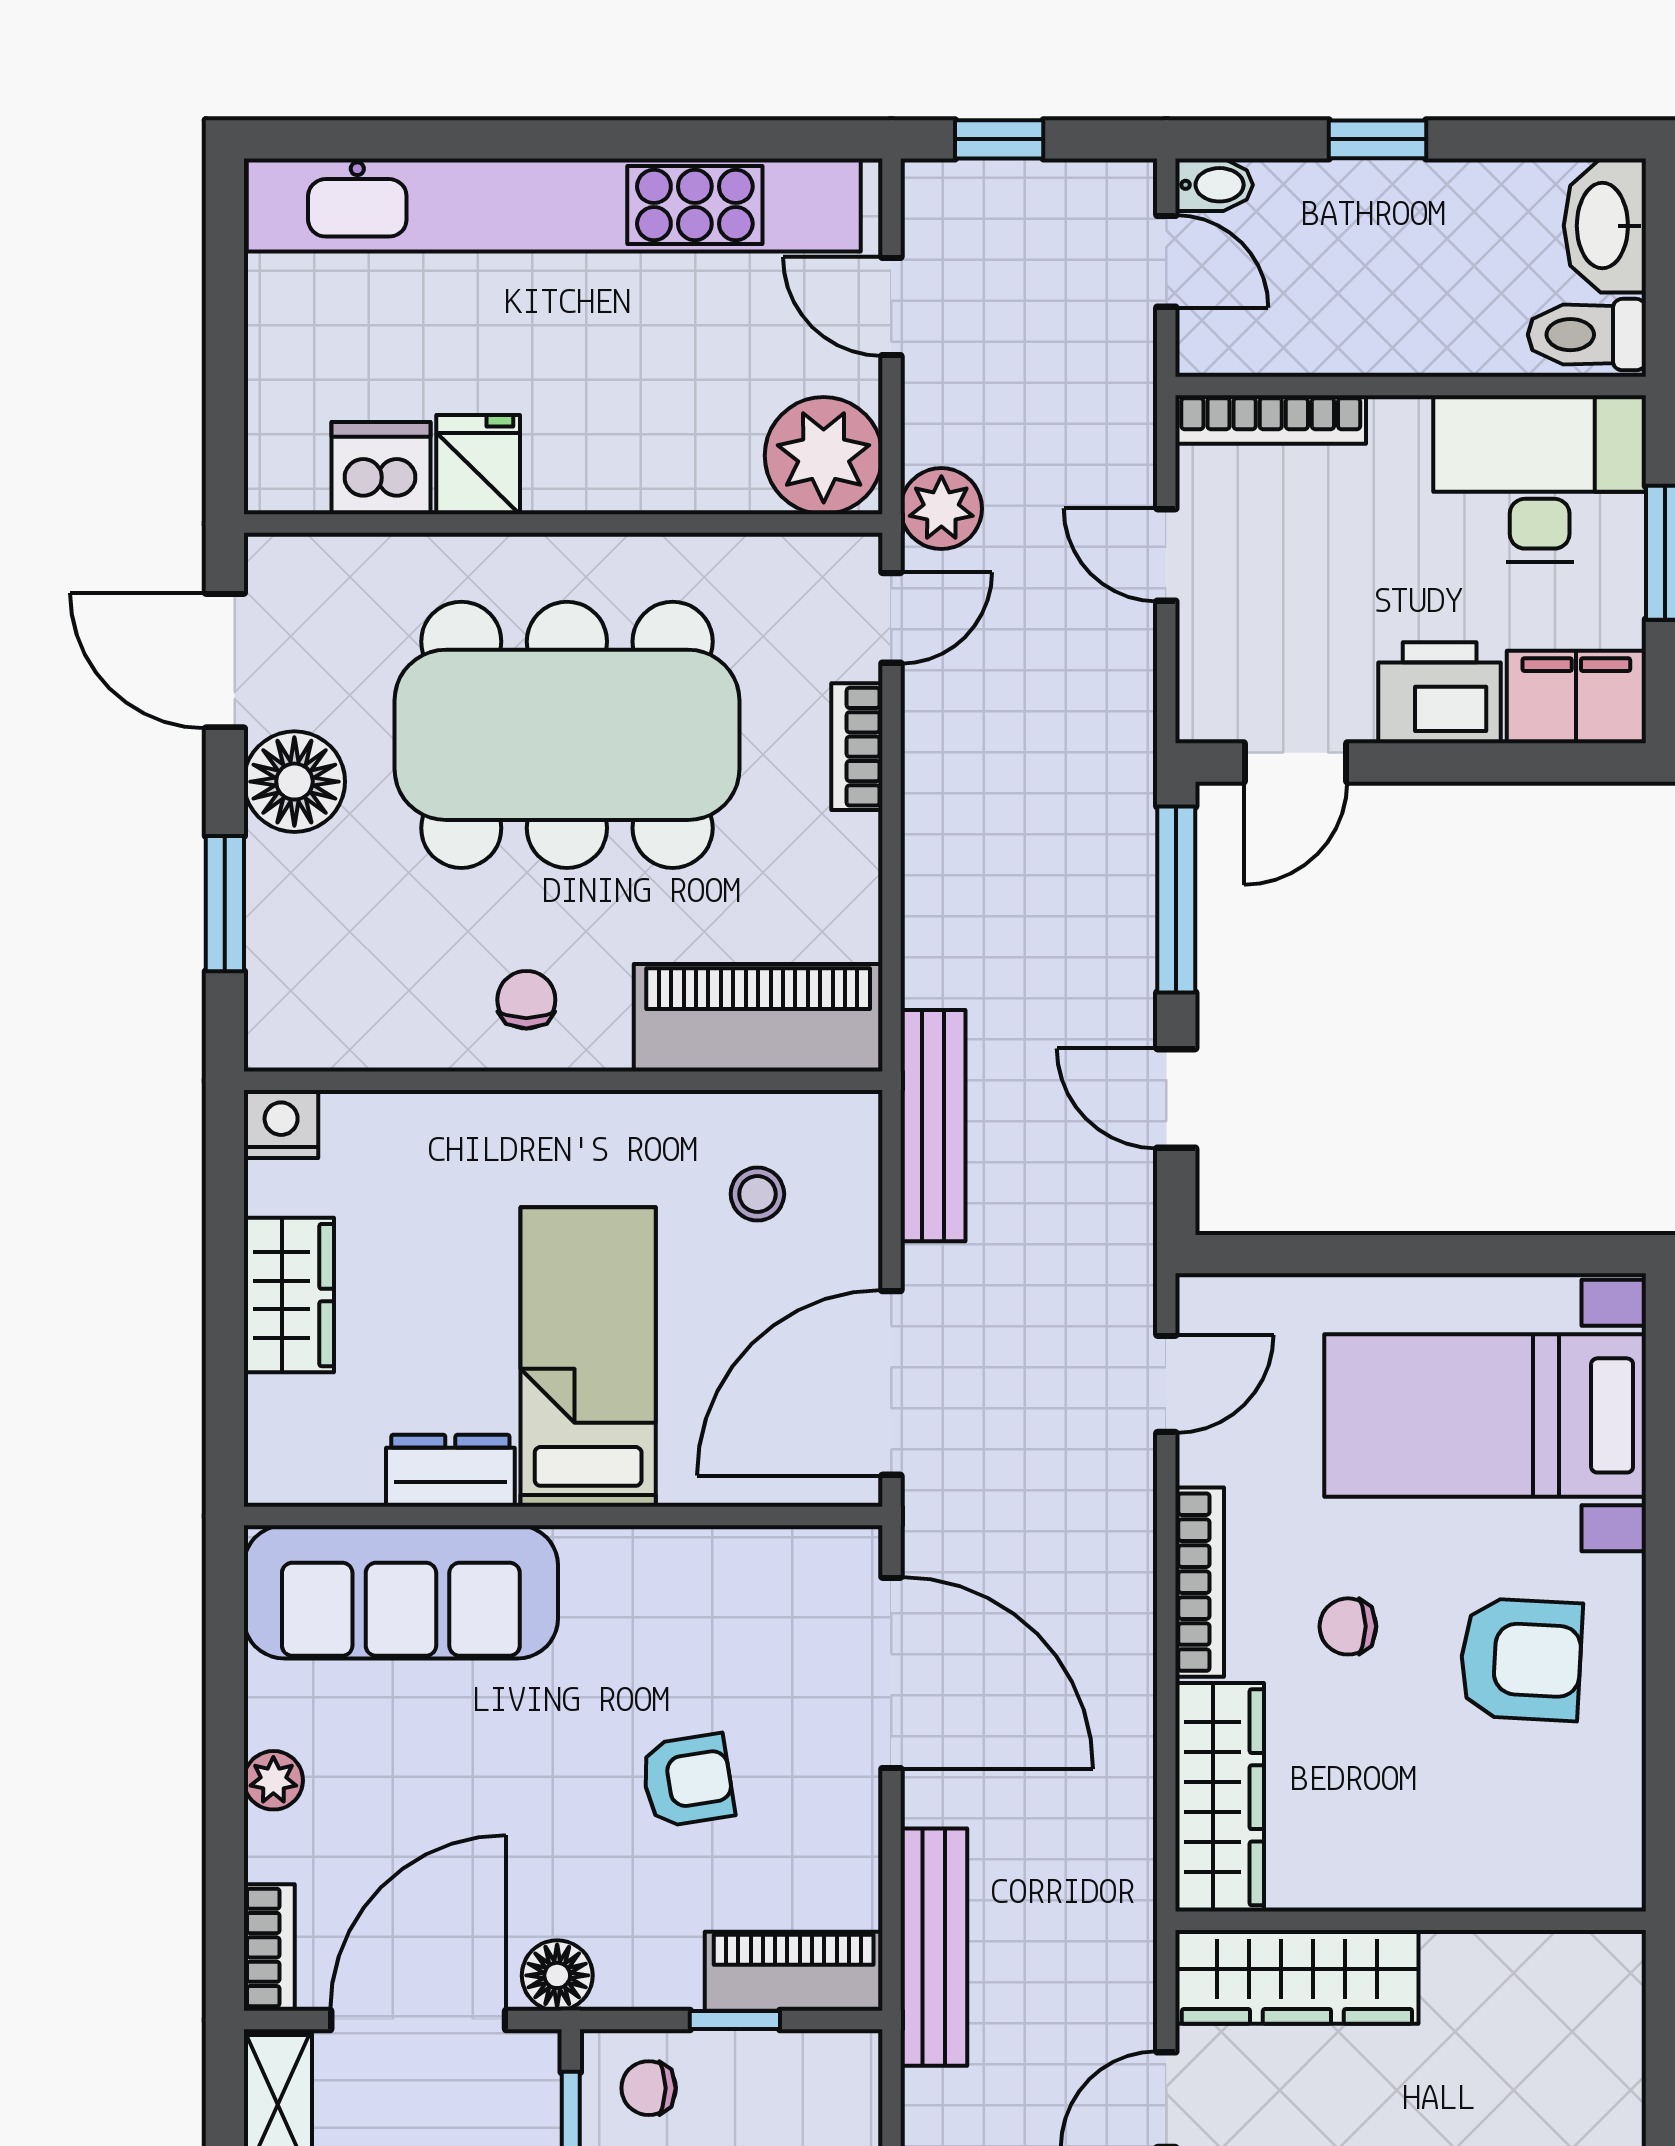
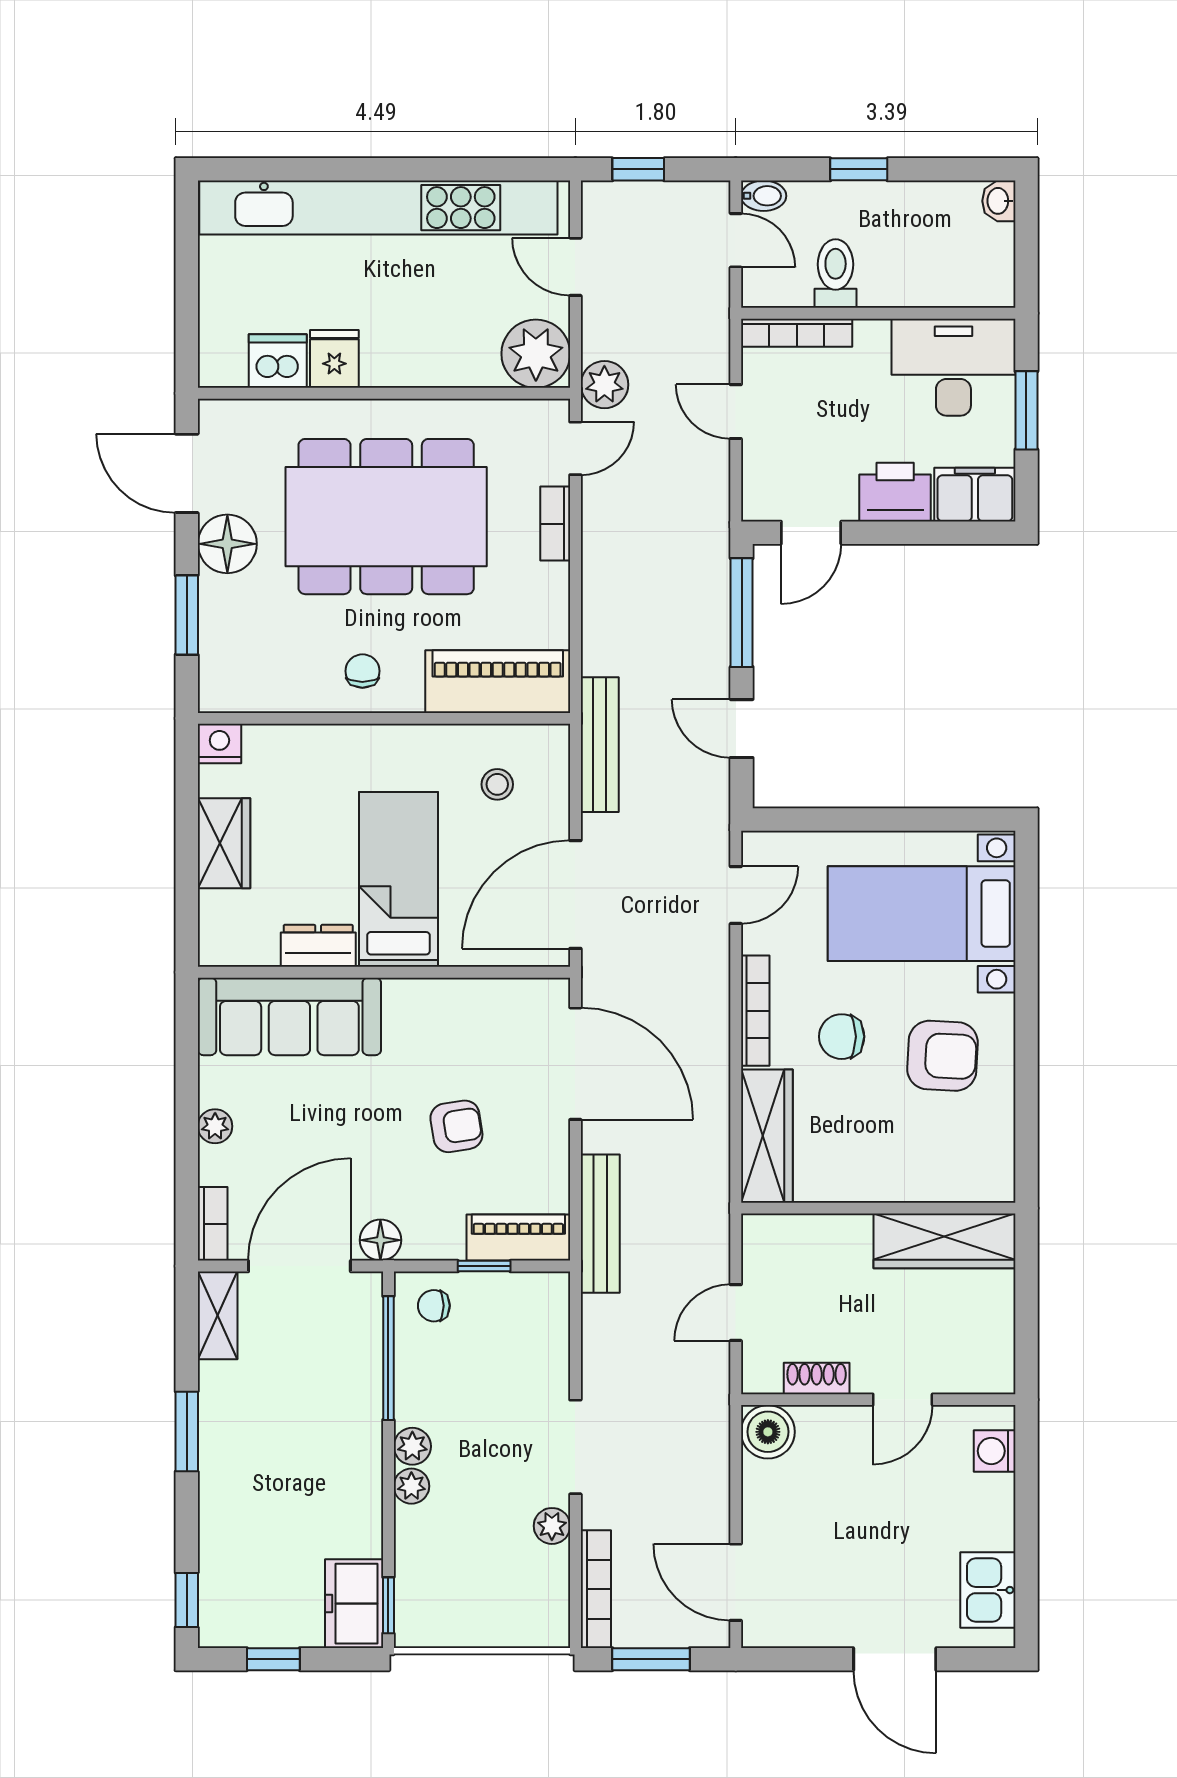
washbasin: (1605, 226) -> (999, 201), width x0.52, depth x0.69
toilet: (1587, 335) -> (836, 273), moved, turned 90
chair: (1348, 1626) -> (842, 1037), width x1.37, depth x1.37
wardrobe: (1297, 1977) -> (945, 1241), moved

